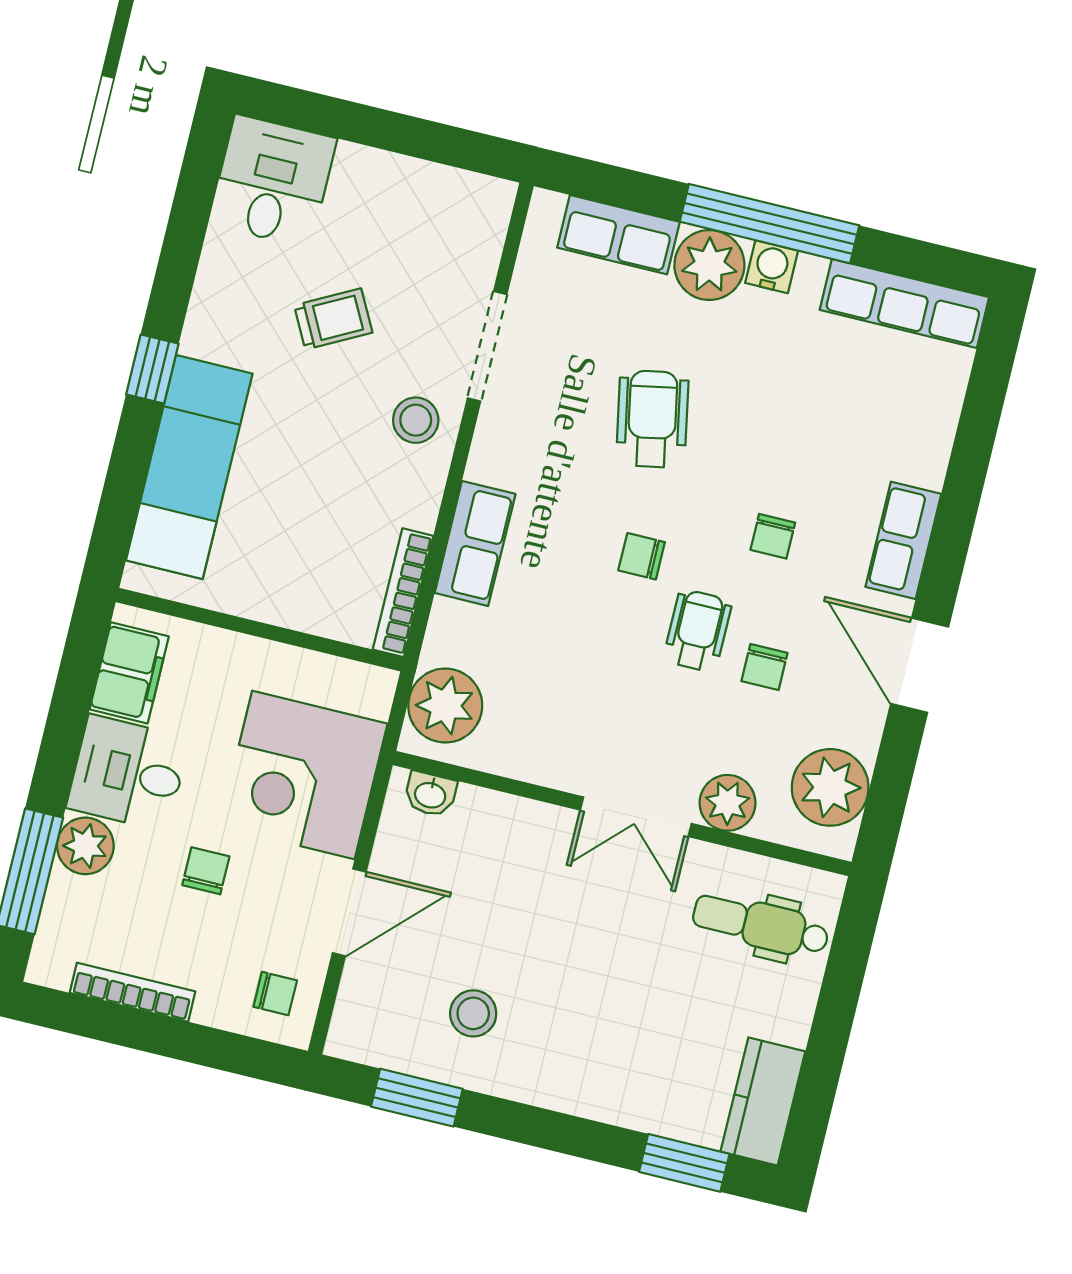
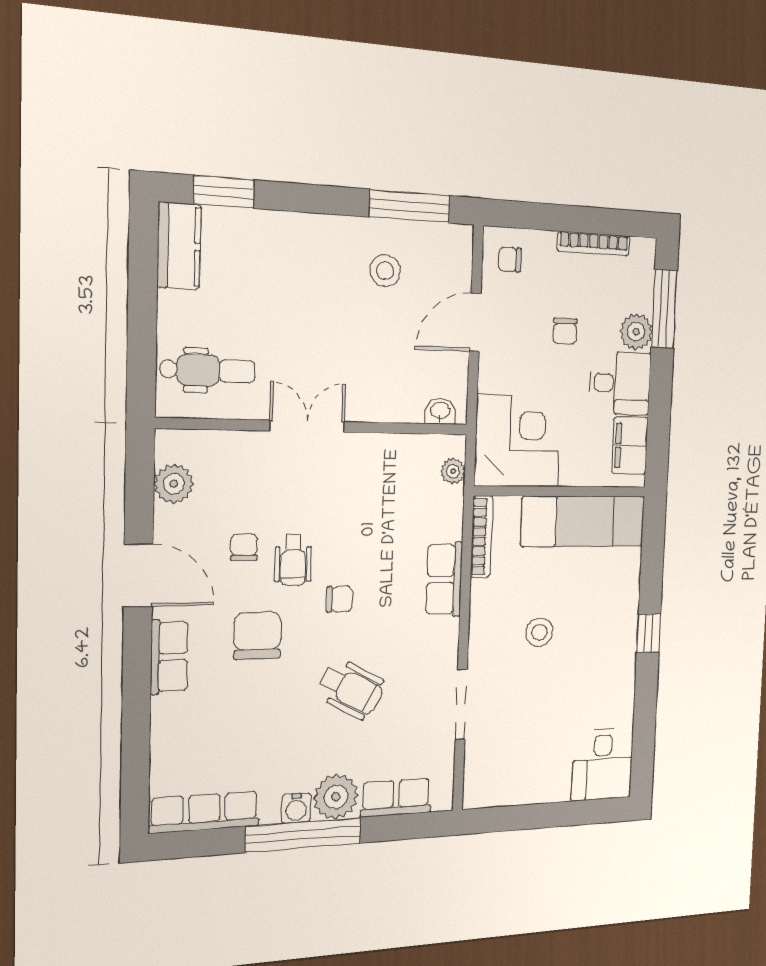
trolley: (333, 319) -> (554, 694), removed
wheelchair: (652, 419) -> (351, 689), turned -51
stool: (416, 420) -> (539, 632), moved
exam couch: (189, 467) -> (583, 521), moved, turned -90
chair: (773, 536) -> (257, 635), width x1.87, depth x1.87
plant: (445, 706) -> (453, 471), width x0.53, depth x0.53
corner desk: (303, 775) -> (518, 441), moved
plant: (830, 787) -> (174, 484), width x0.73, depth x0.73
plant: (728, 803) -> (249, 450), removed
window: (417, 1098) -> (410, 206), width x1.44

